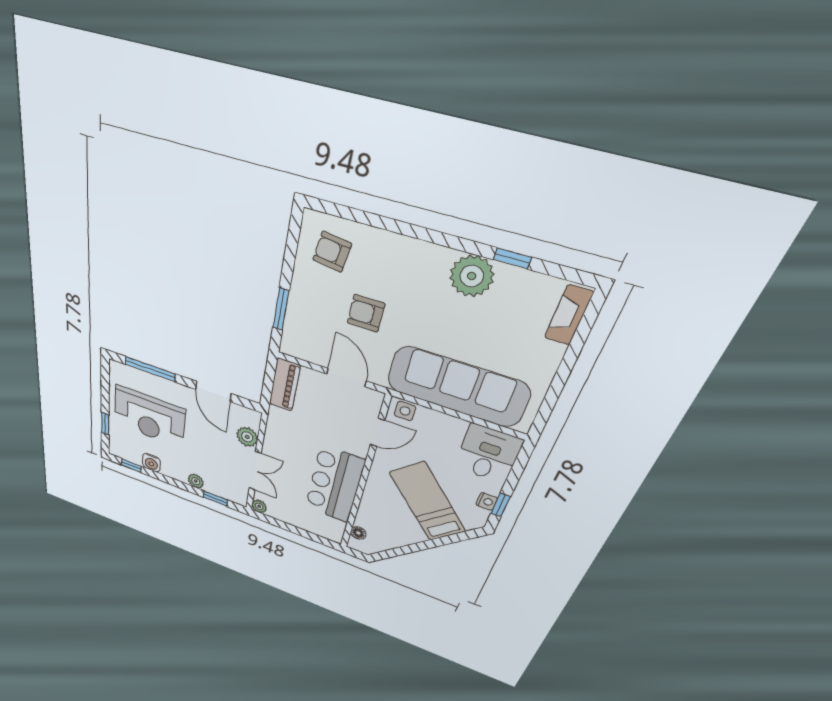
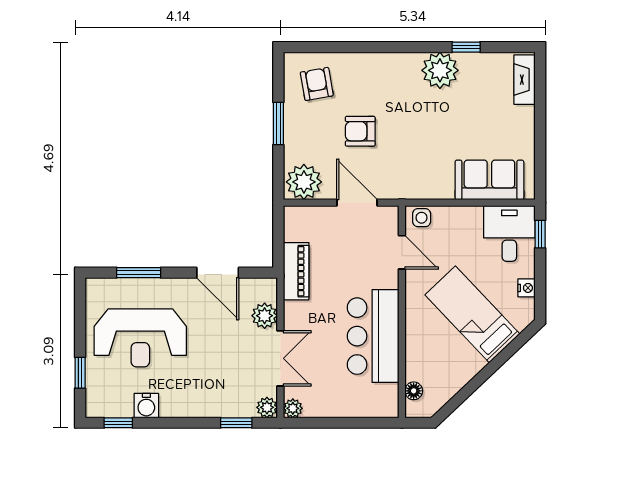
armchair: (332, 252) -> (317, 84), turned 72
window: (281, 309) -> (278, 124), moved
plant: (300, 343) -> (304, 182), added
window: (150, 369) -> (139, 273), width x0.69
piano: (285, 385) -> (296, 271), moved
sofa: (457, 387) -> (489, 180), width x0.54, depth x0.79
door: (377, 432) -> (402, 252), hinge flipped
plant: (196, 481) -> (267, 407), moved
window: (501, 505) -> (540, 234), moved

